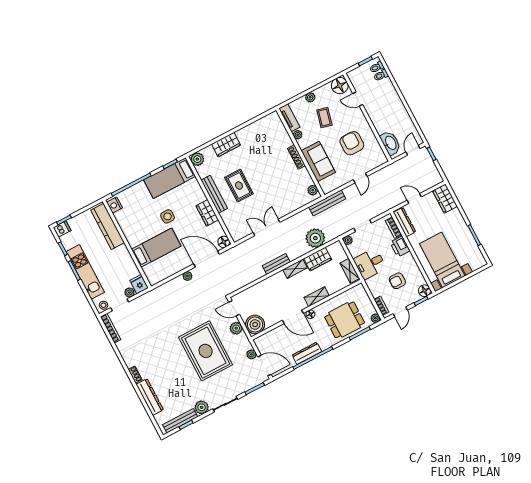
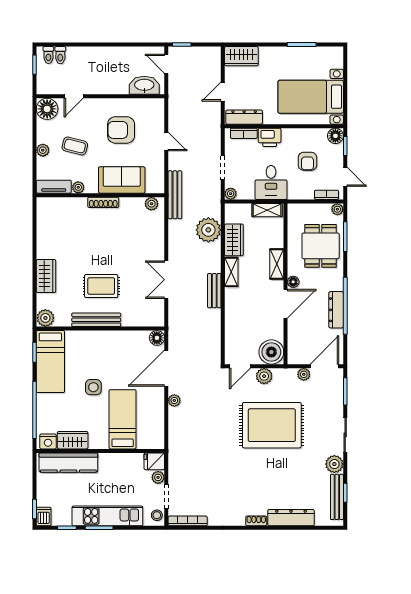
wardrobe: (207, 213) -> (73, 440), moved, turned 180

